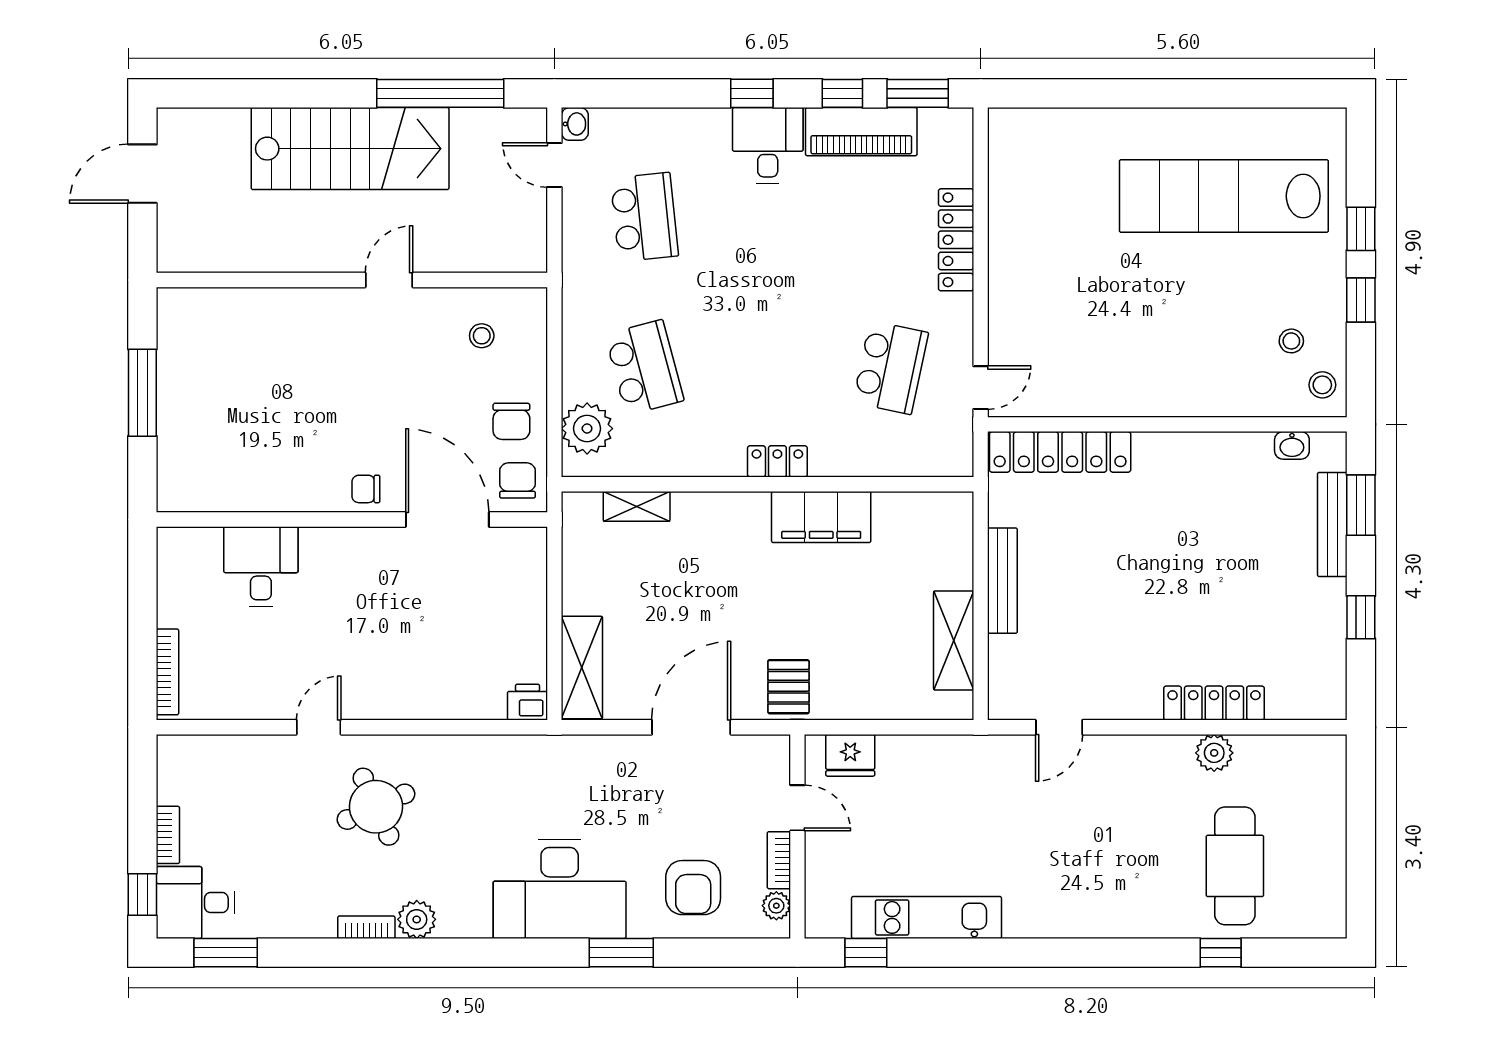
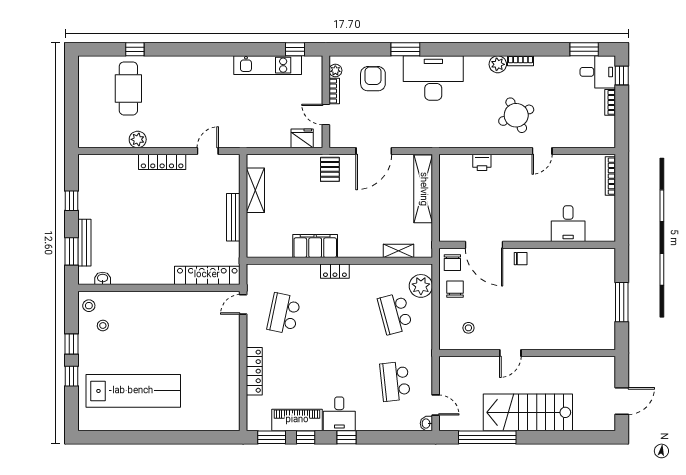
shelving: (582, 668) -> (423, 189), width x1.47
printer: (528, 702) -> (482, 162), moved
locker: (1214, 703) -> (162, 162), moved

